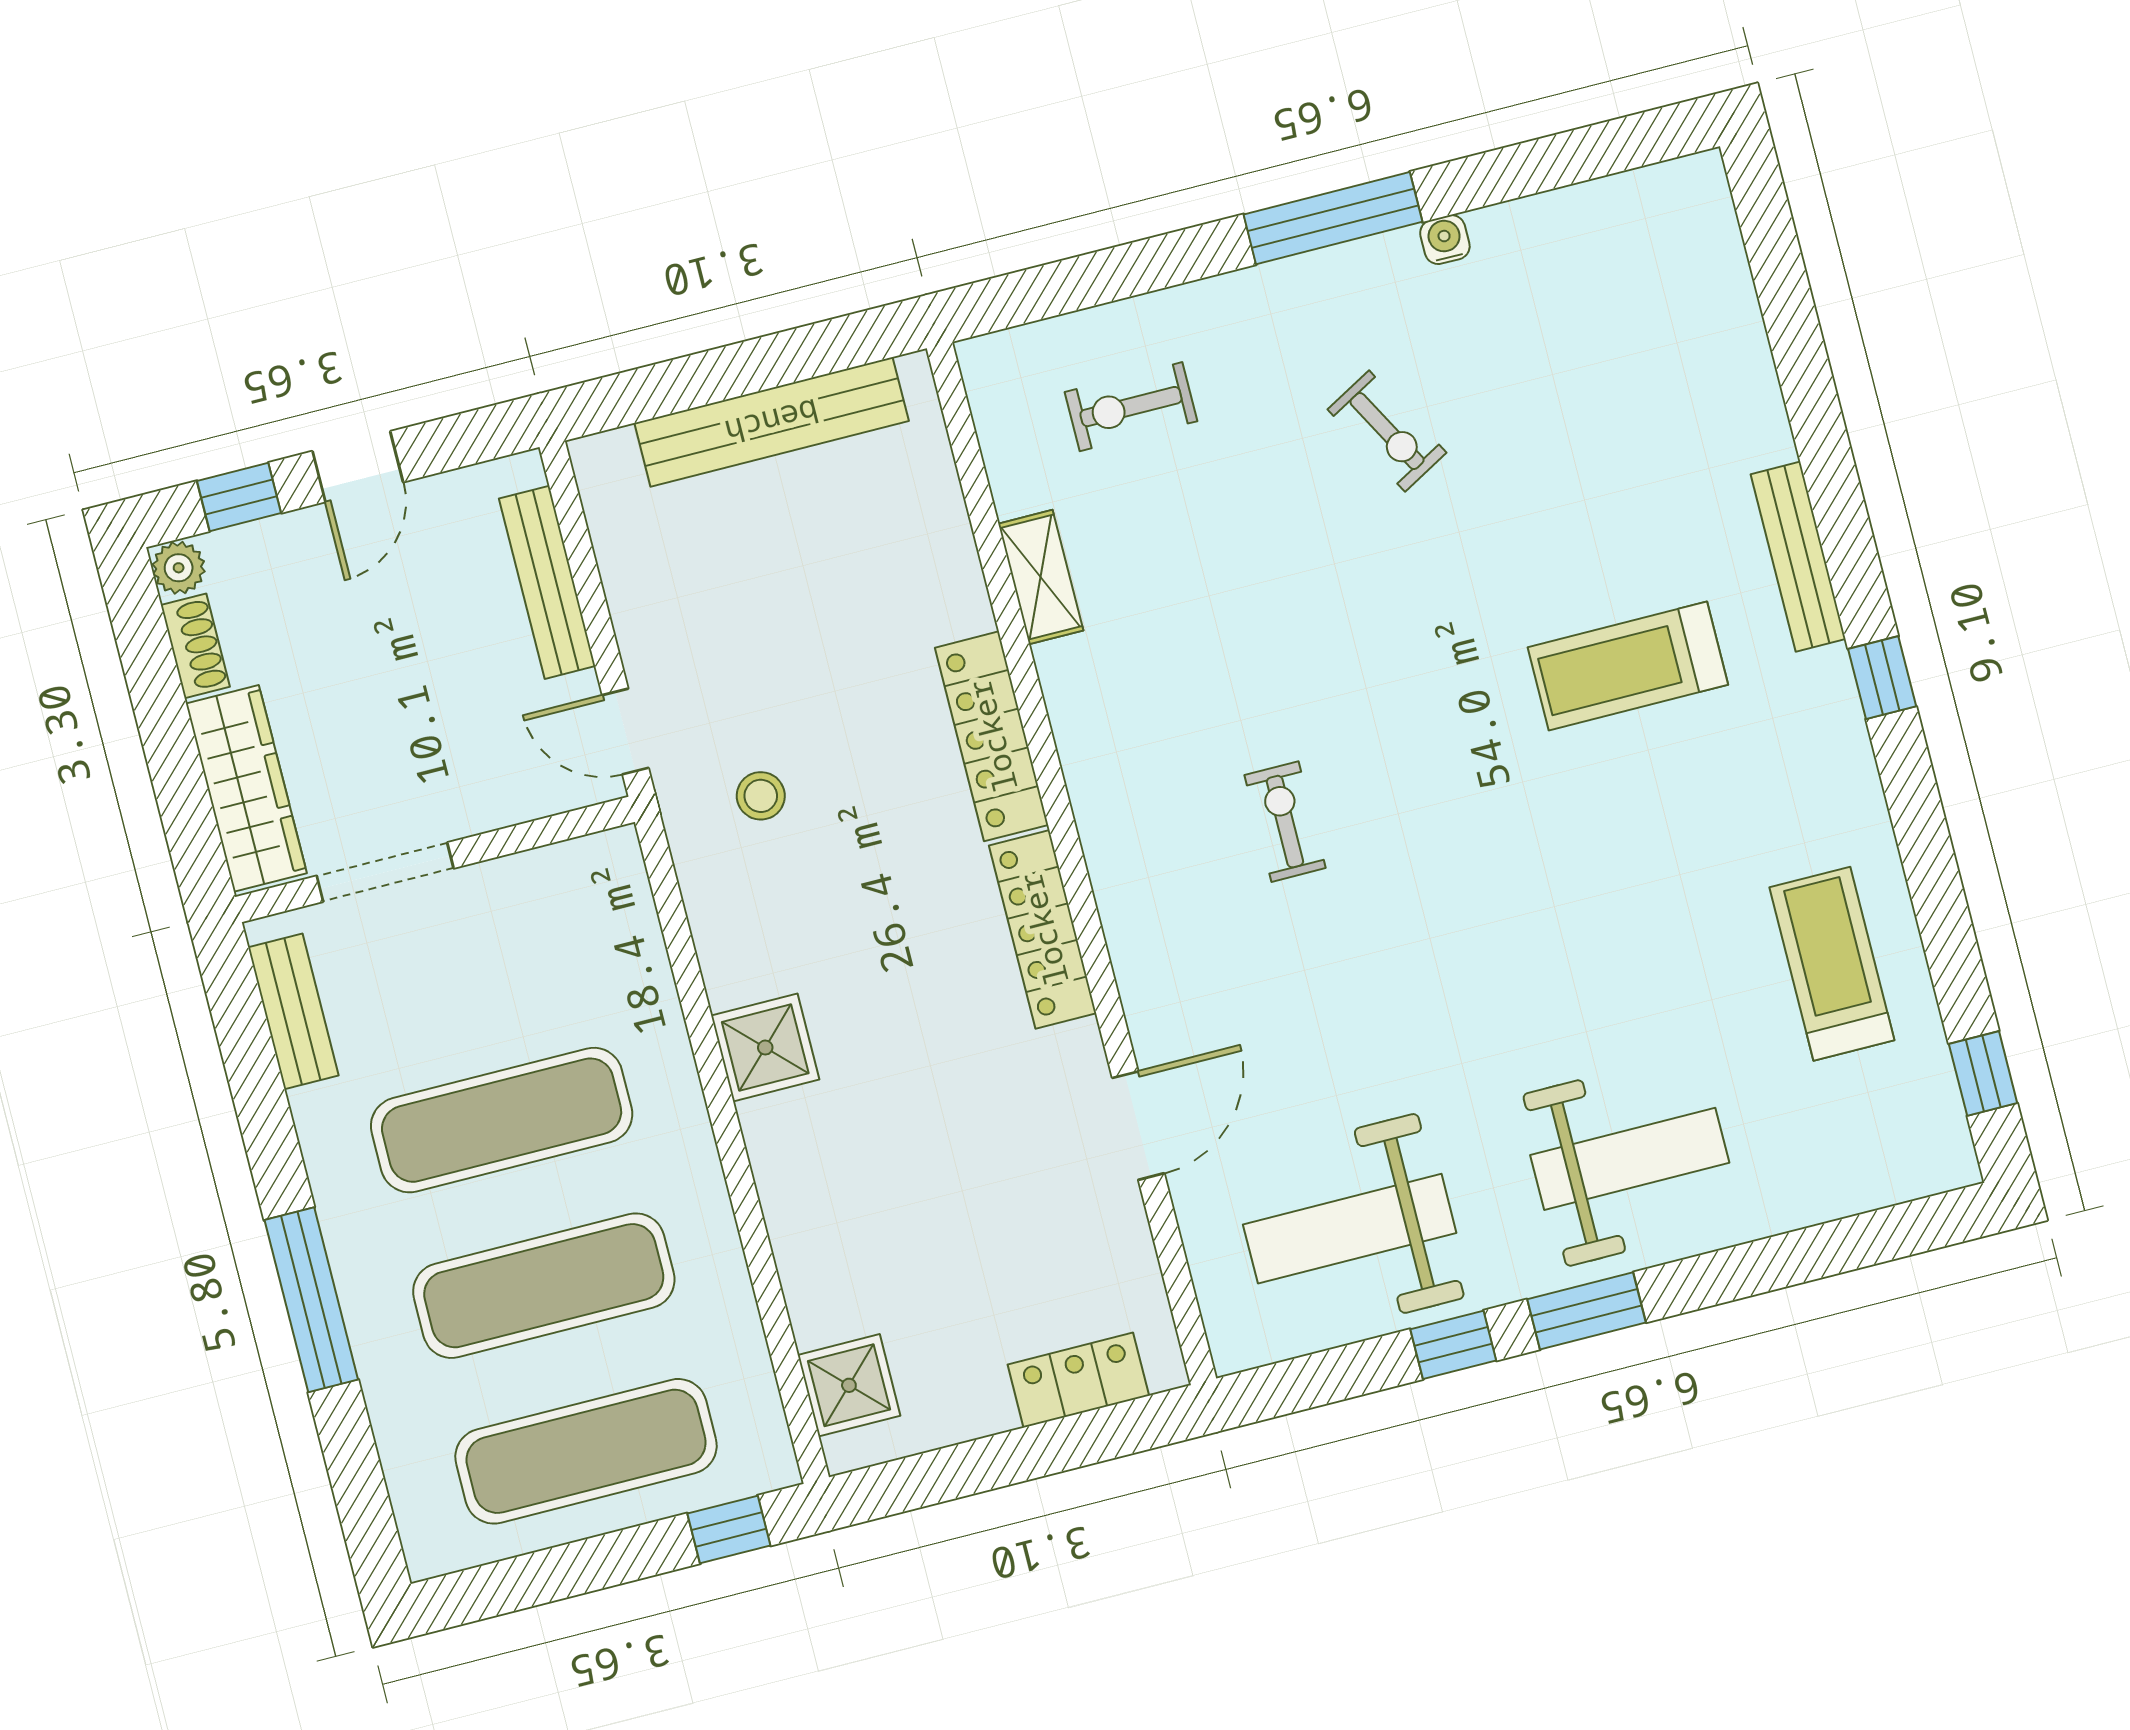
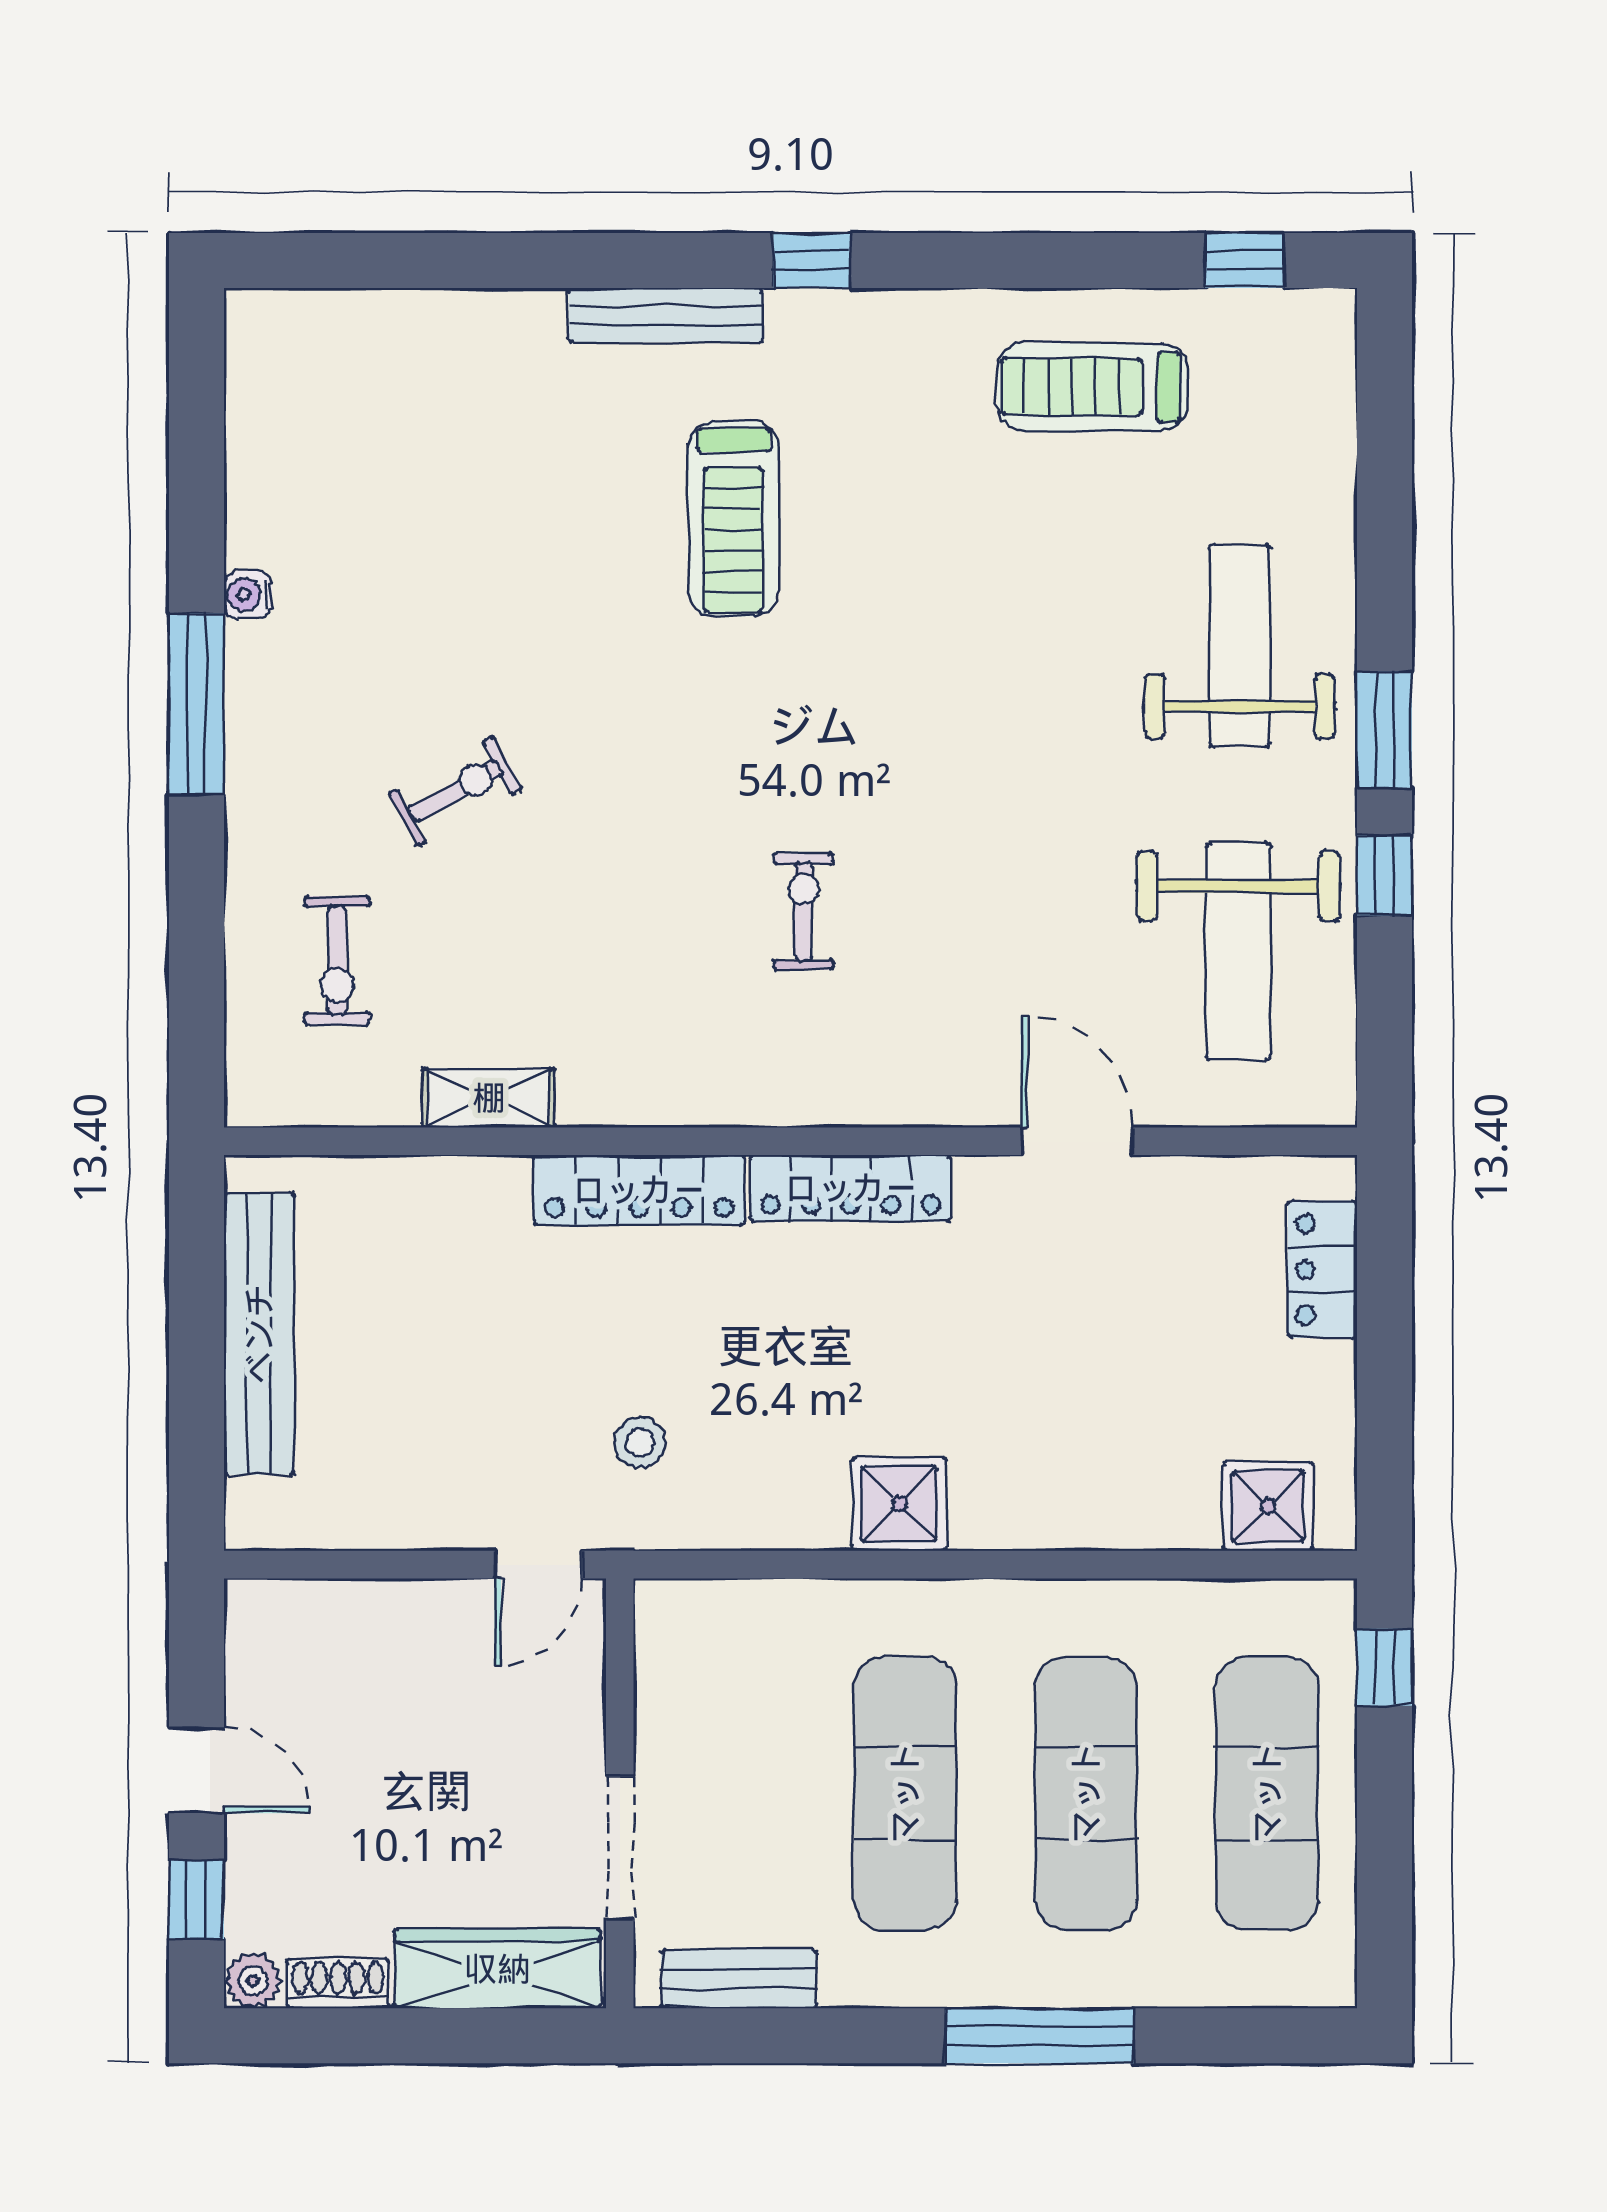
exercise bike: (1387, 431) -> (455, 791), moved
bench: (547, 582) -> (365, 1606), removed
exercise bike: (1285, 822) -> (803, 911), turned 90

